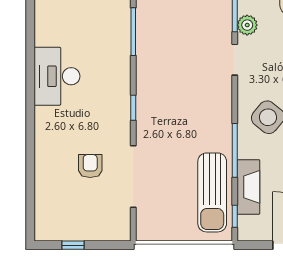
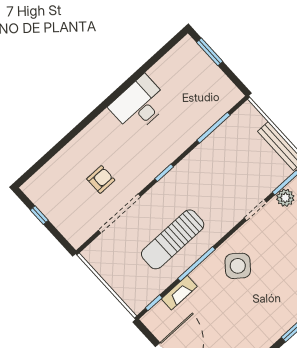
fireplace: (248, 187) -> (179, 293), width x0.73, depth x0.76
sun lounger: (212, 192) -> (173, 239), moved

